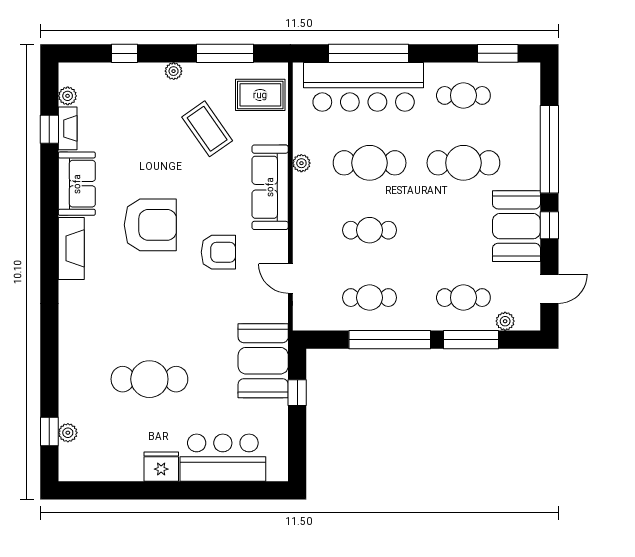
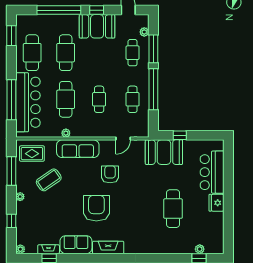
rug: (260, 95) -> (32, 154), turned 90
cafe table: (463, 95) -> (32, 53), width x1.37, depth x1.35
plant: (68, 96) -> (20, 249), moved

